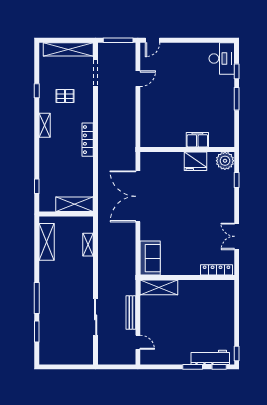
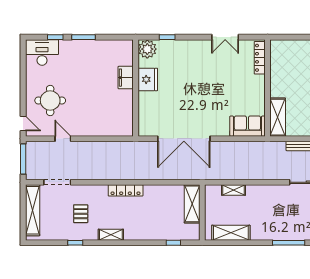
round table: (175, 66) -> (50, 100), added

